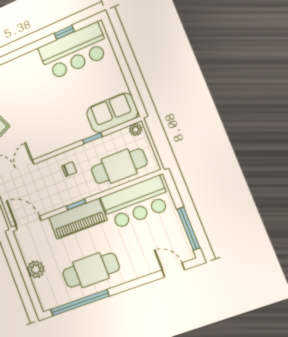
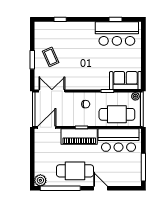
door: (28, 223) -> (47, 127), hinge flipped
plant: (36, 269) -> (40, 180), moved
door: (173, 270) -> (101, 188), moved

